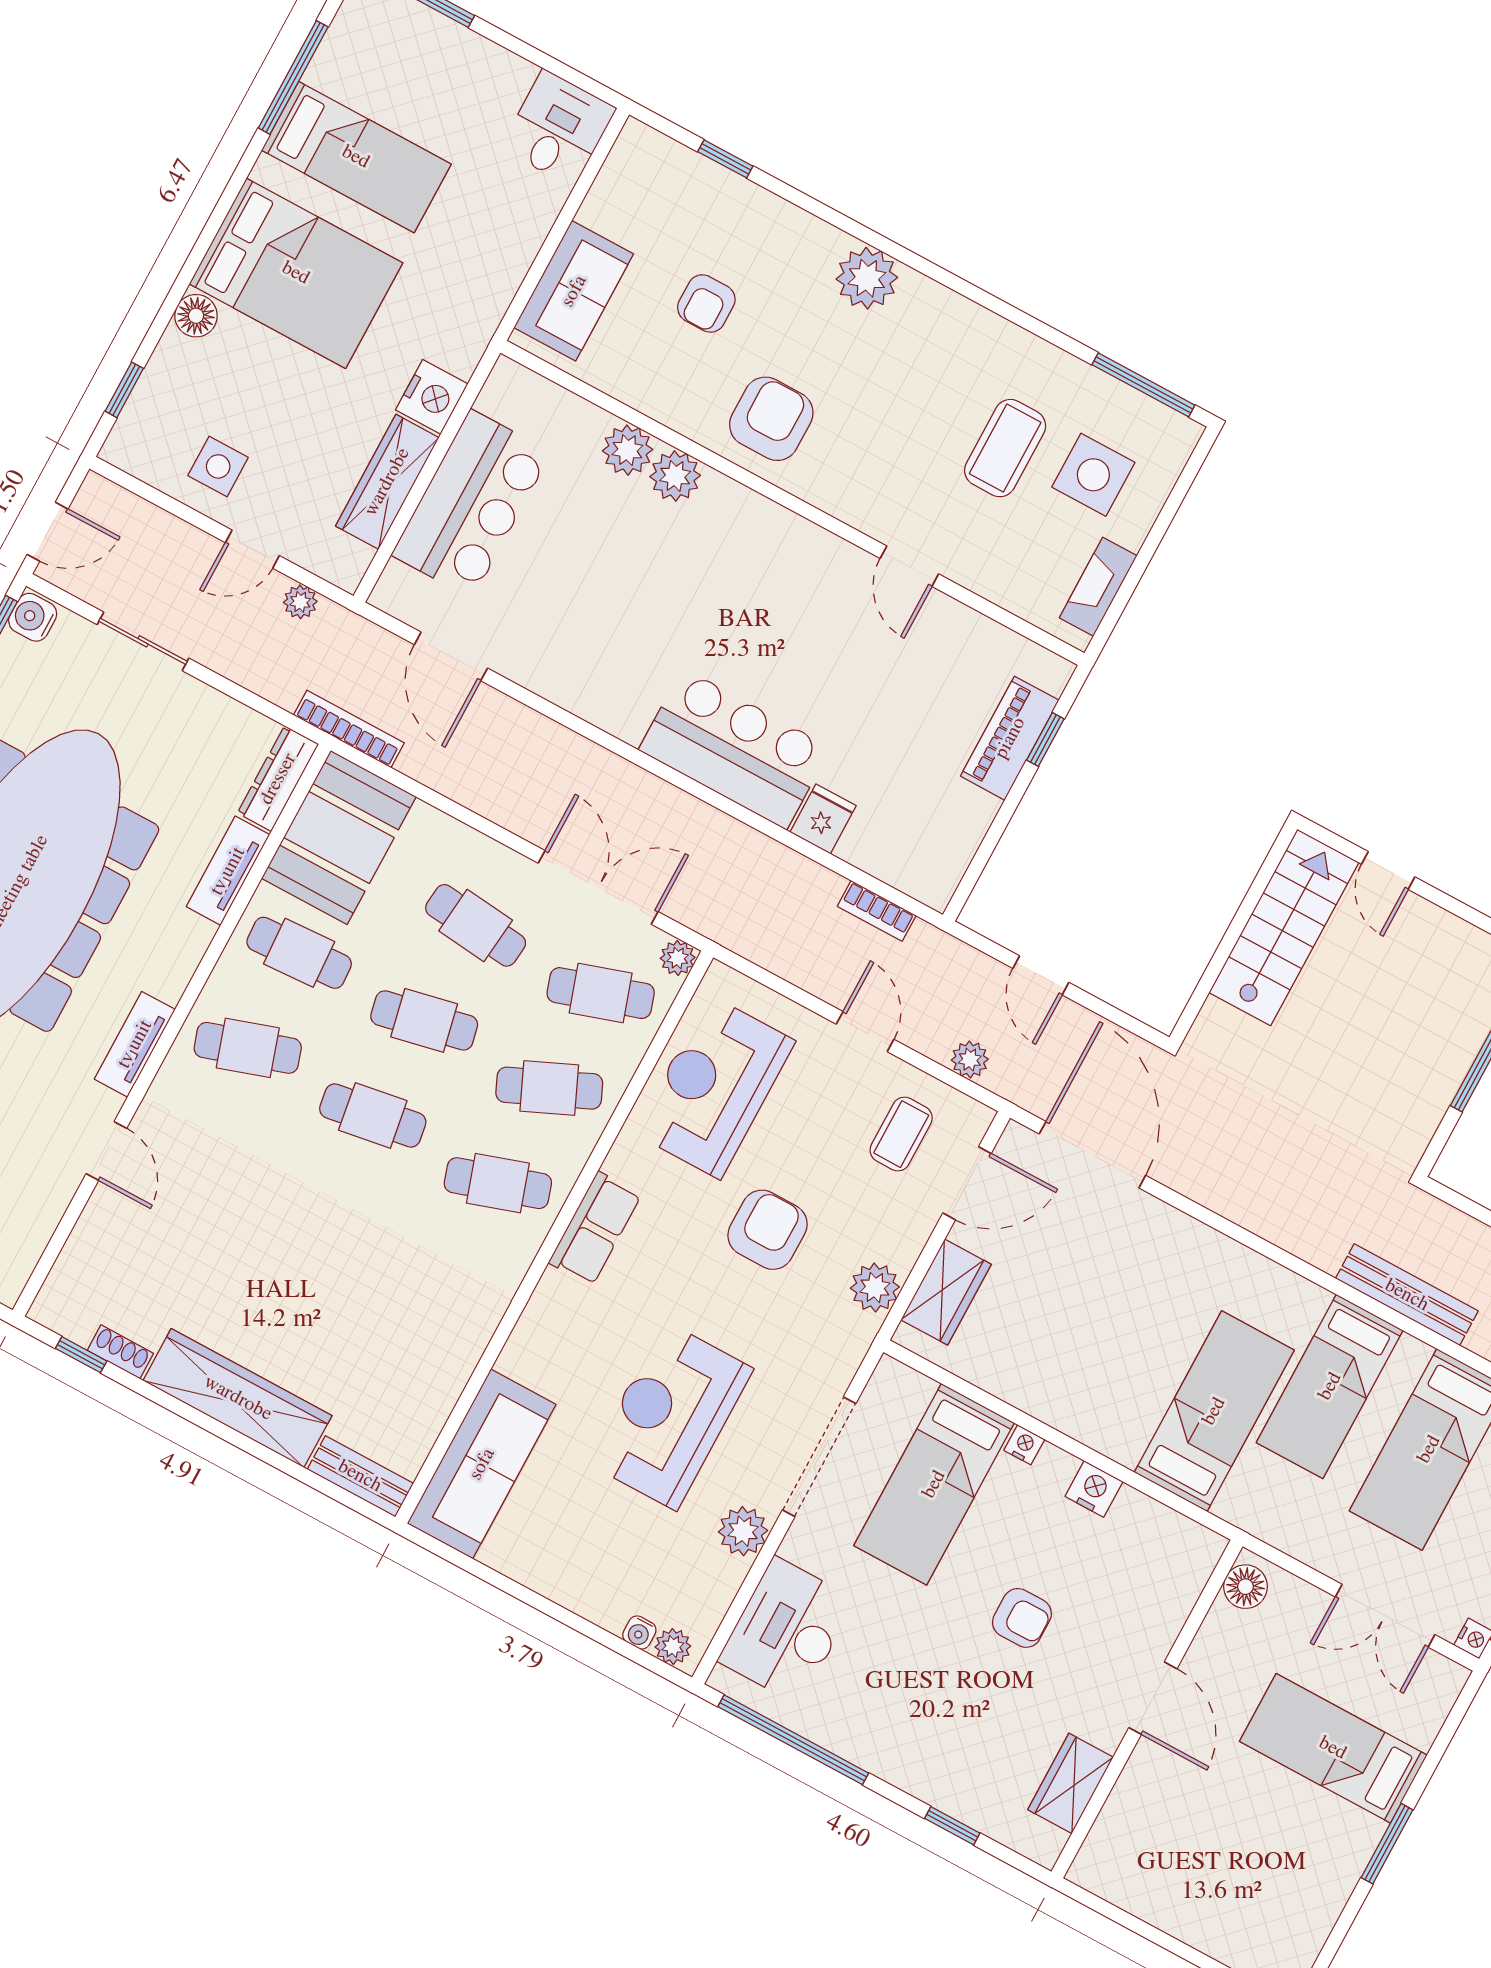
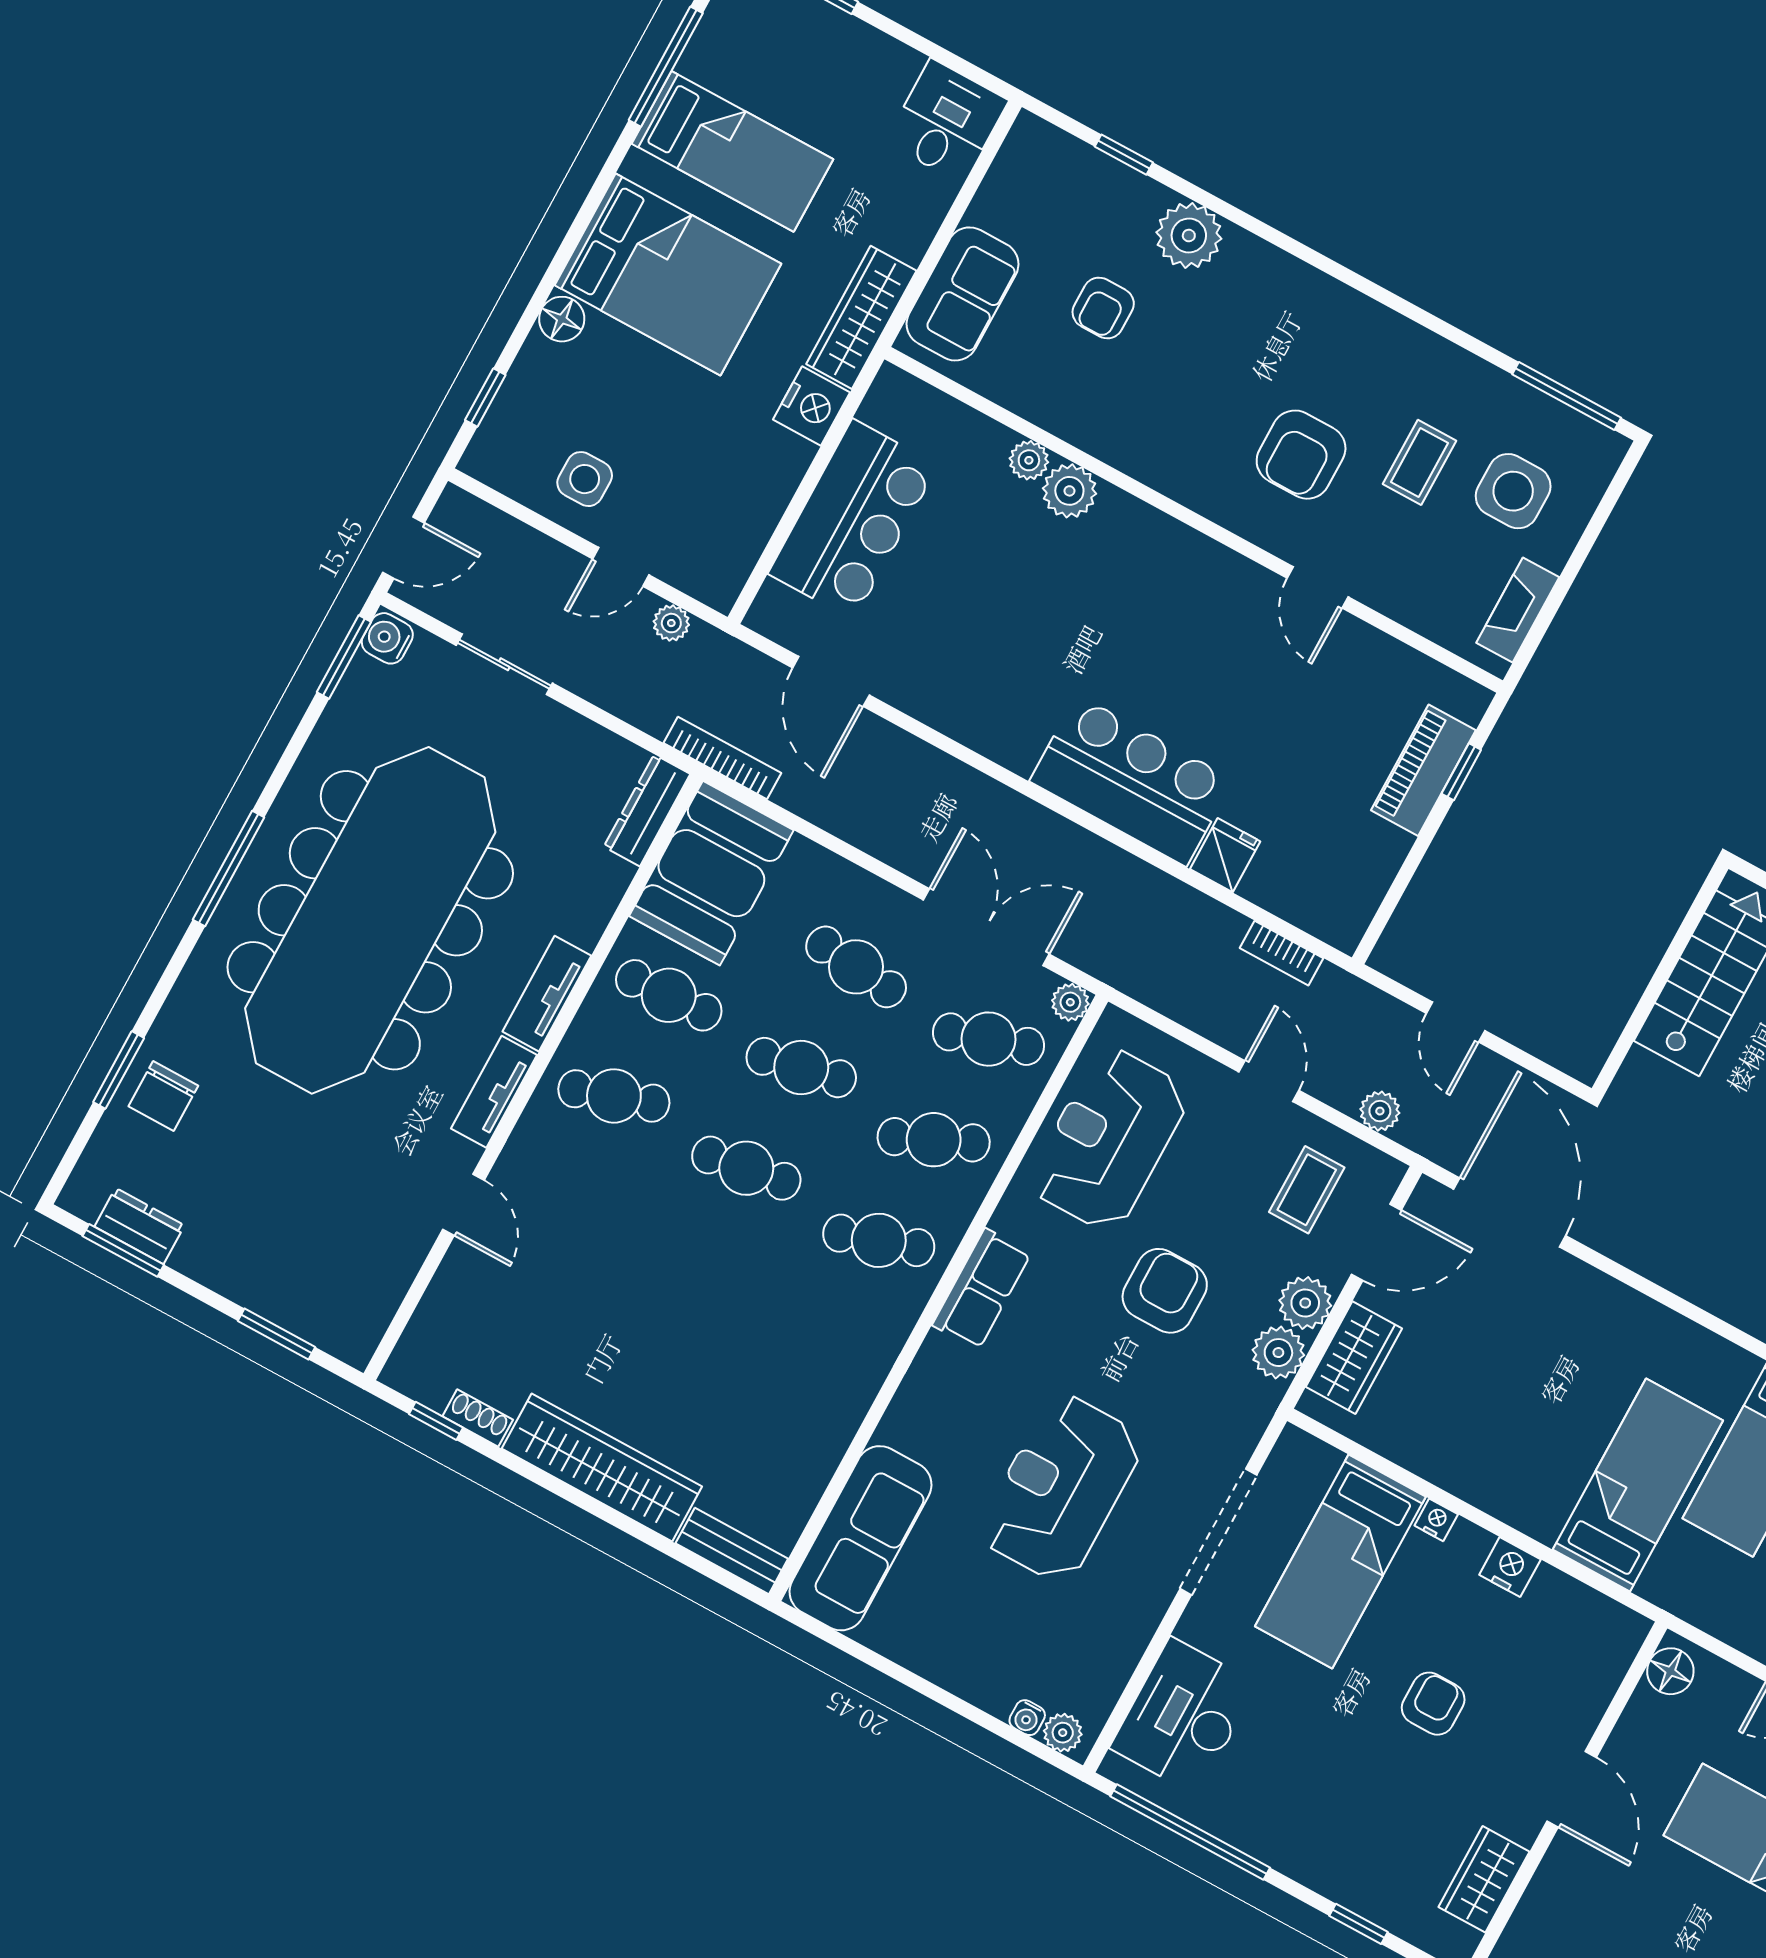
plant: (867, 278) -> (1189, 236), moved
armchair: (771, 419) -> (1301, 455), moved, turned 180
coffee table: (1005, 448) -> (1420, 462), width x0.73, depth x0.77
plant: (627, 450) -> (1029, 460), width x0.73, depth x0.73
wardrobe: (387, 482) -> (861, 317), moved
tv unit: (228, 871) -> (547, 994), moved
plant: (743, 1531) -> (1305, 1303), moved
armchair: (1022, 1618) -> (1433, 1704), turned -90

